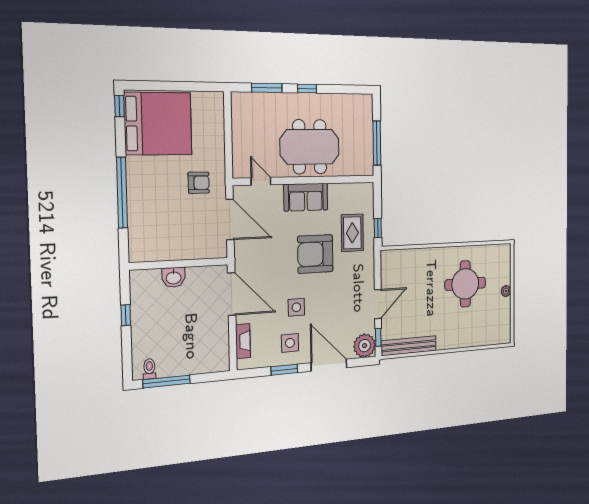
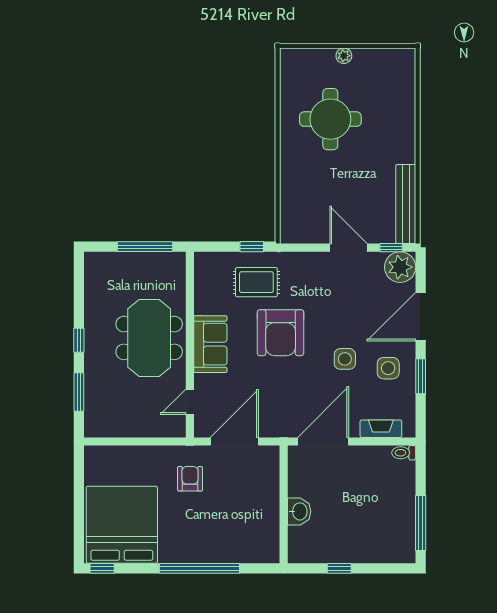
toilet: (149, 369) -> (404, 453), moved

